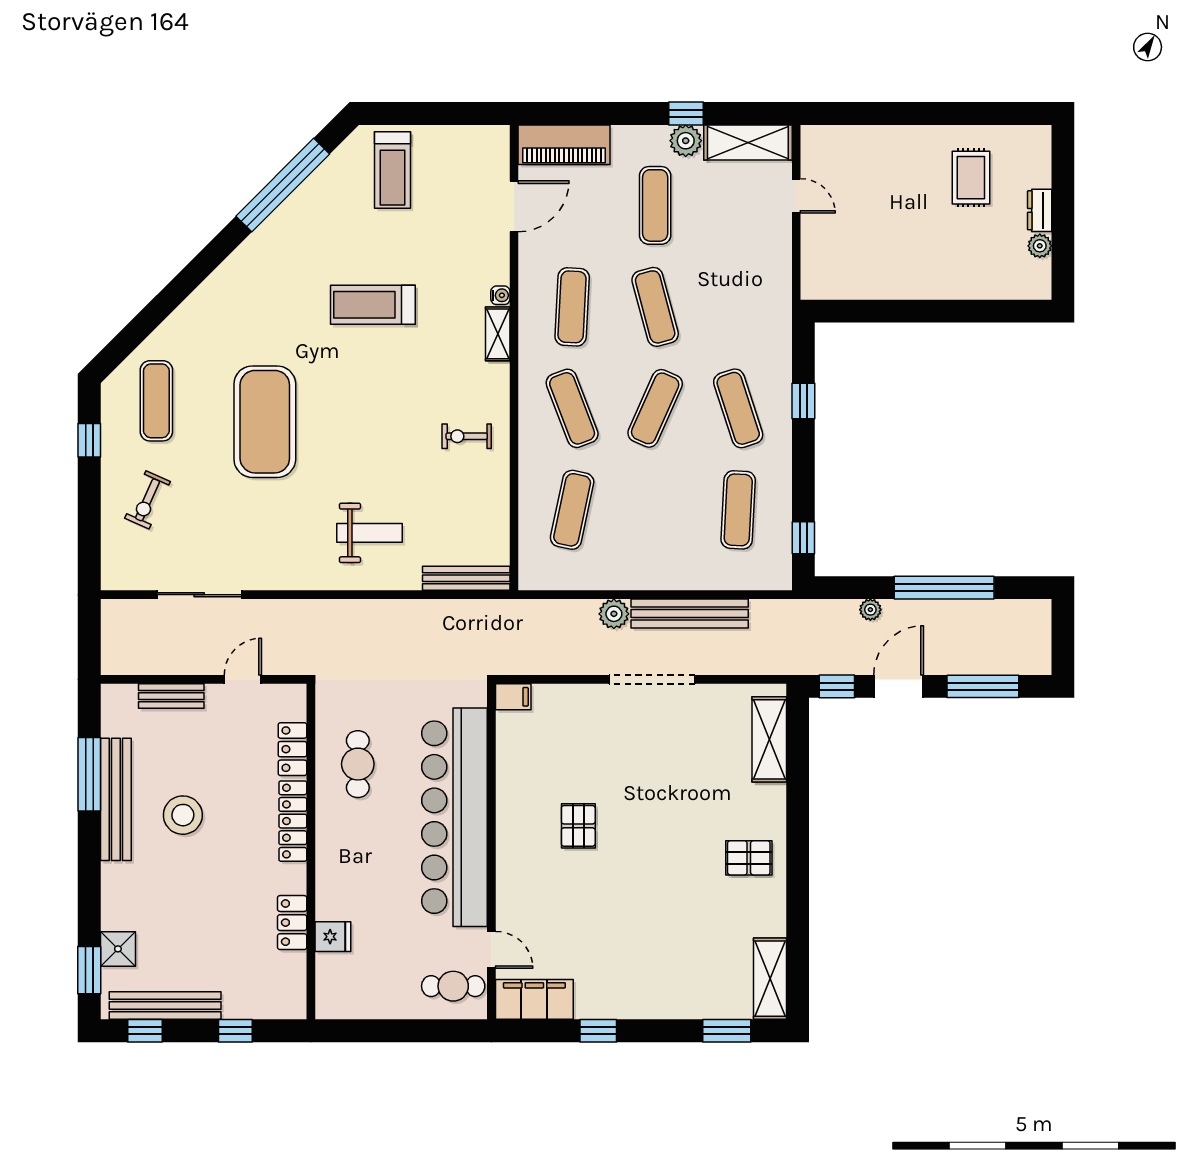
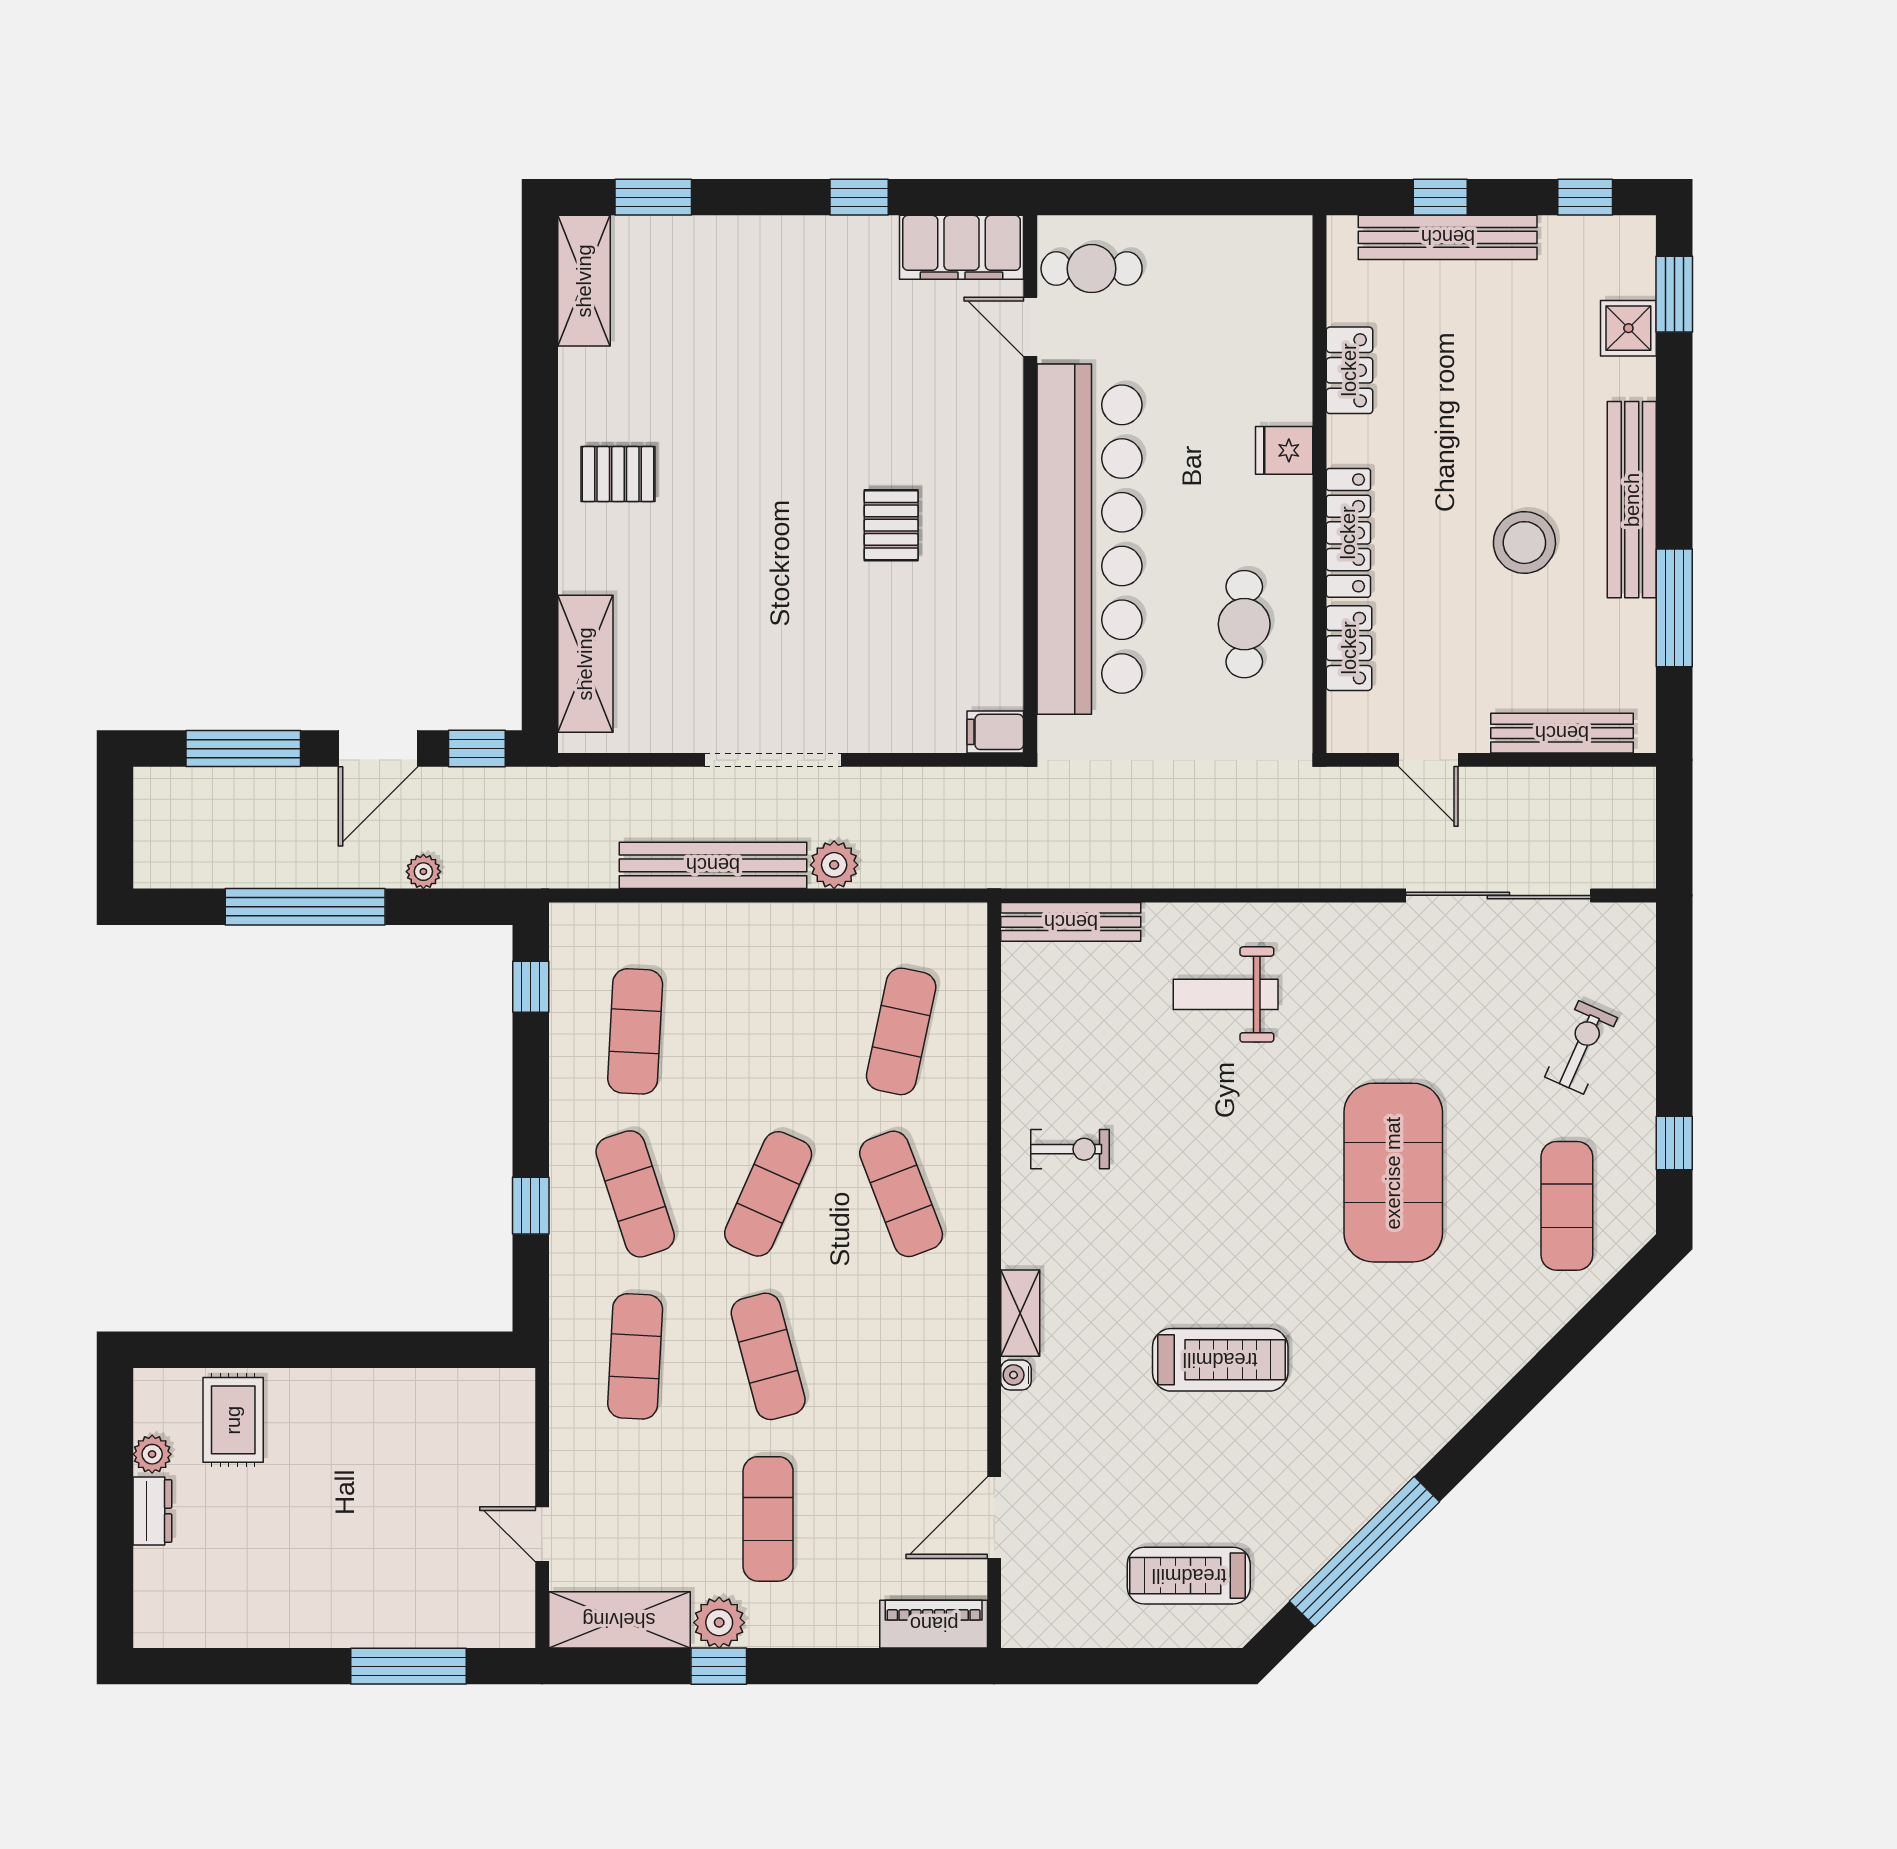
window: (880, 114) -> (409, 1666), added
piano: (564, 145) -> (934, 1624), width x0.73, depth x0.75
treadmill: (393, 170) -> (1189, 1576), turned -90
rug: (971, 178) -> (233, 1420), moved
exercise mat: (572, 307) -> (635, 1356), moved
sliding door: (199, 595) -> (1498, 895), width x1.36
door: (243, 679) -> (1428, 760), hinge flipped
bench: (171, 696) -> (1562, 733), width x1.36
bench: (116, 799) -> (1632, 500), moved
fridge: (333, 937) -> (1284, 450), moved
bench: (165, 1006) -> (1448, 237), moved

